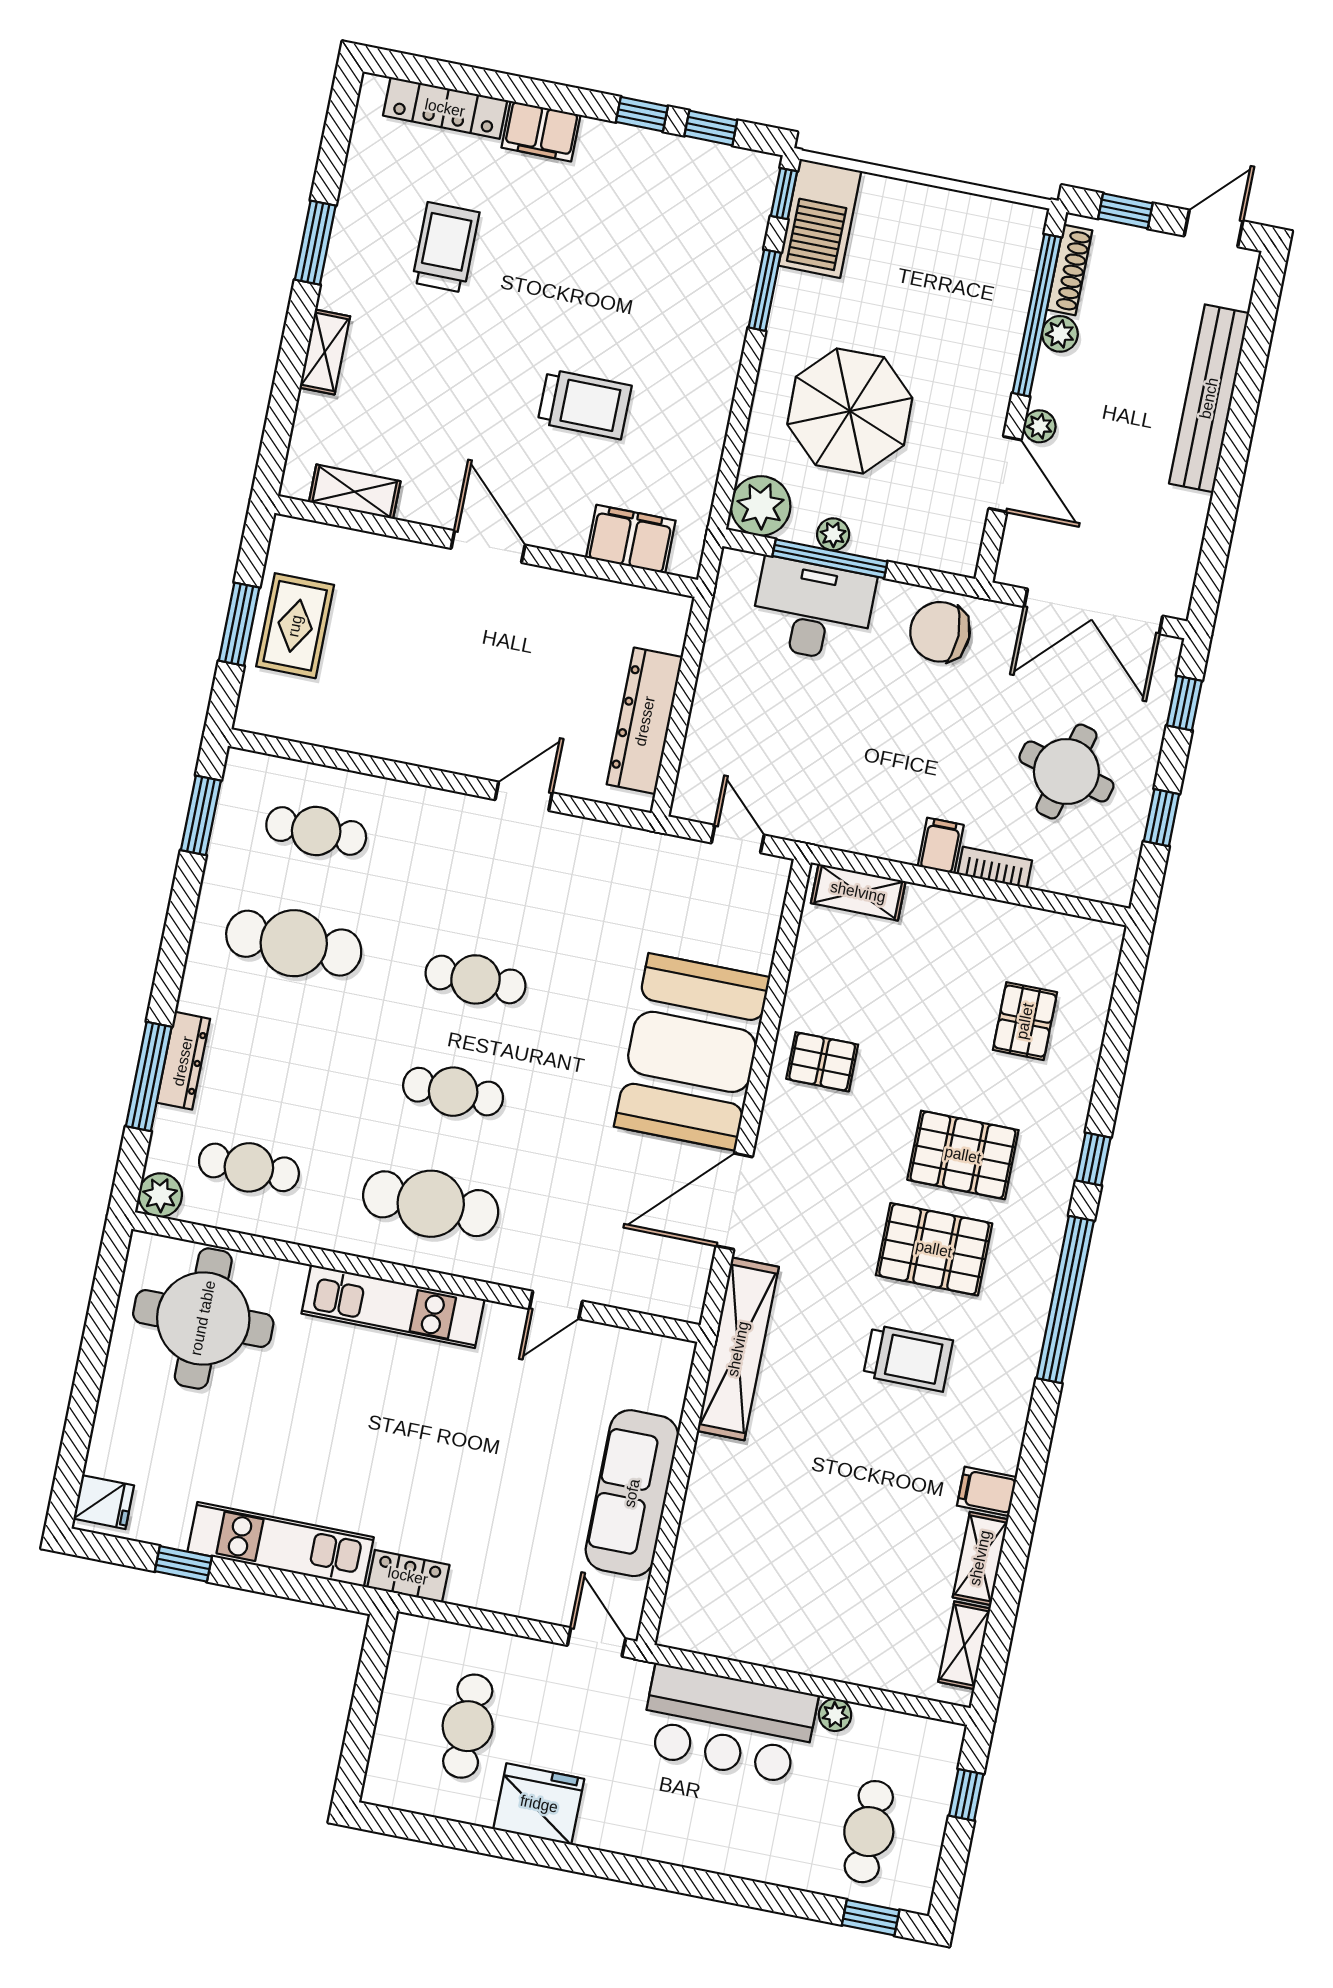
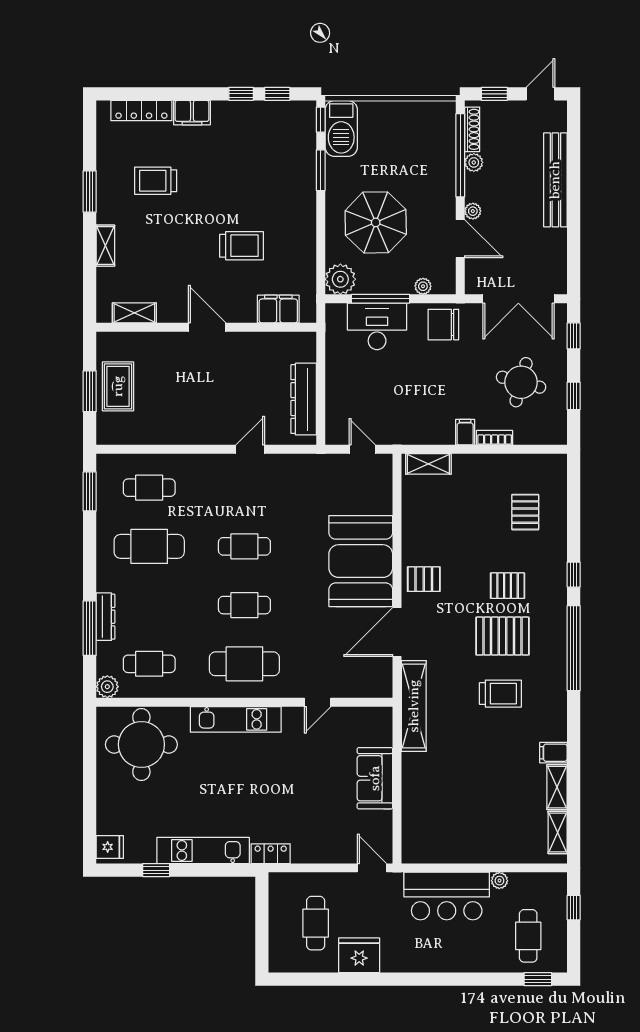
trolley: (446, 247) -> (156, 181), turned -90
plant: (833, 534) -> (423, 286), moved
pallet: (822, 1062) -> (424, 579), moved
pallet: (963, 1155) -> (508, 586), width x0.67, depth x0.71
sofa: (632, 1493) -> (375, 778), width x0.73

